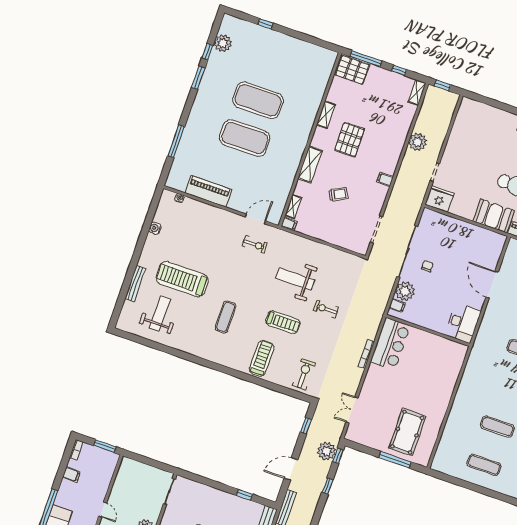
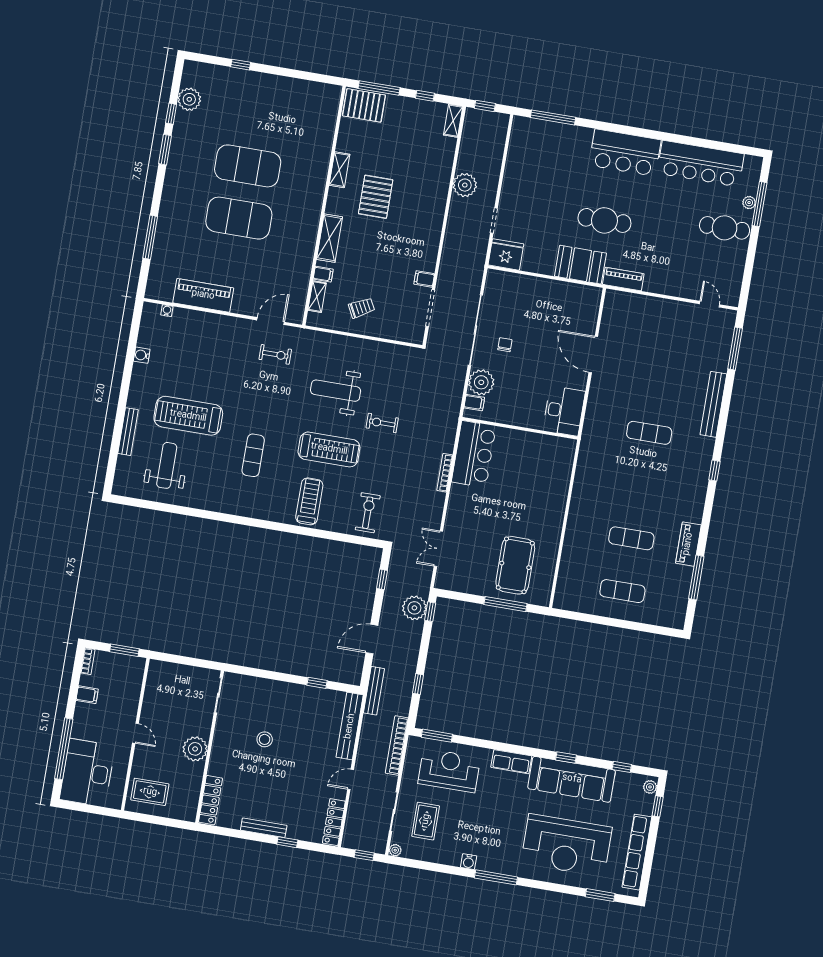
window: (492, 103) -> (553, 117), added
filing cabinet: (385, 179) -> (424, 279), moved
trolley: (338, 194) -> (361, 308), moved
filing cabinet: (289, 224) -> (323, 274), moved
treadmill: (283, 322) -> (329, 449), width x1.37, depth x1.38
window: (327, 486) -> (418, 684), moved

